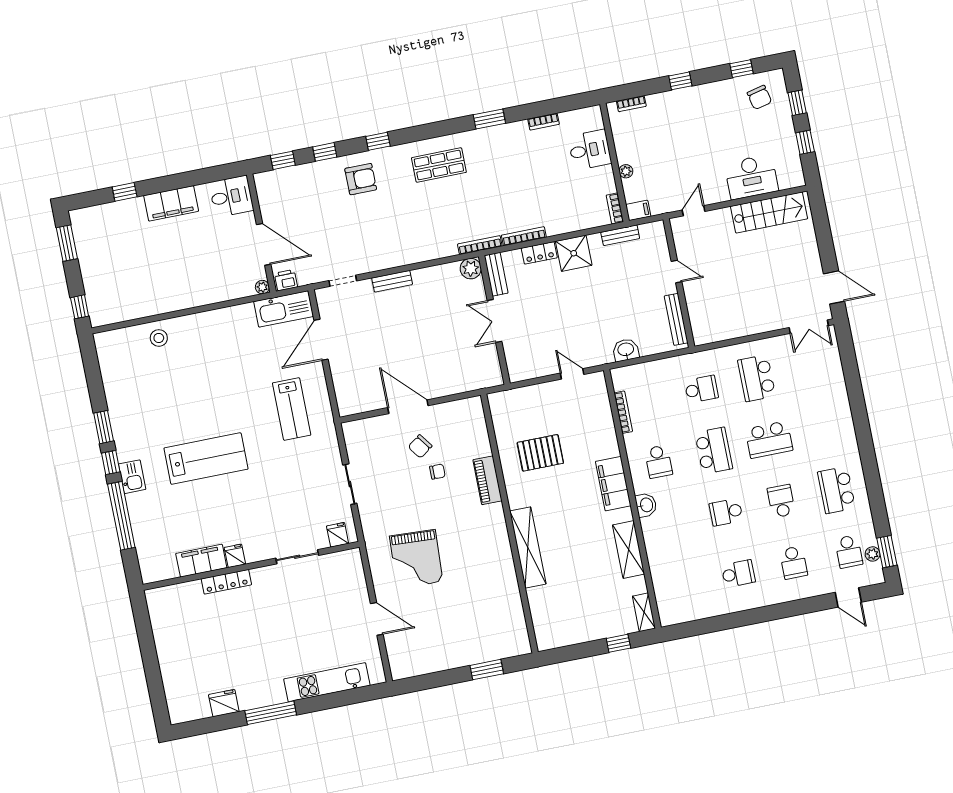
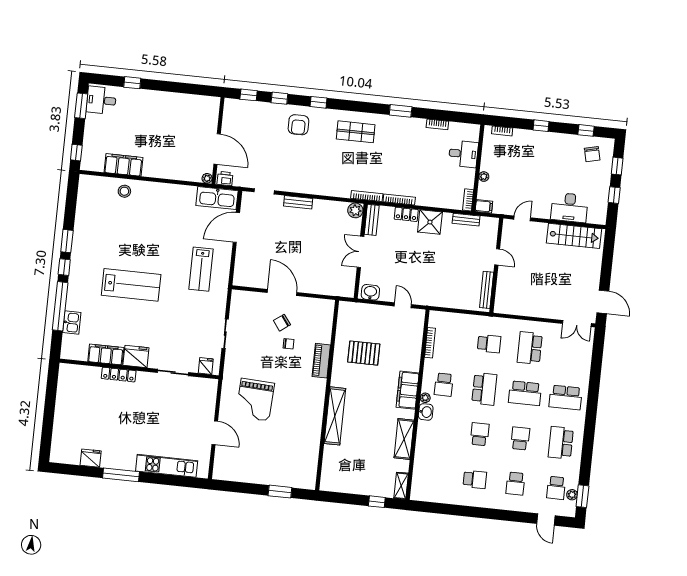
armchair: (361, 179) -> (298, 125), turned 90
desk: (231, 196) -> (101, 100), moved, turned 180
filing cabinet: (171, 203) -> (123, 165), moved, turned 180
washbasin: (626, 350) -> (370, 292), moved
school desk: (824, 429) -> (566, 397), added
kitchen sink: (132, 477) -> (72, 323), moved
plant: (639, 487) -> (425, 398), added
school desk: (726, 512) -> (480, 434), turned 90
fridge: (235, 556) -> (136, 356), width x1.88, depth x1.34

